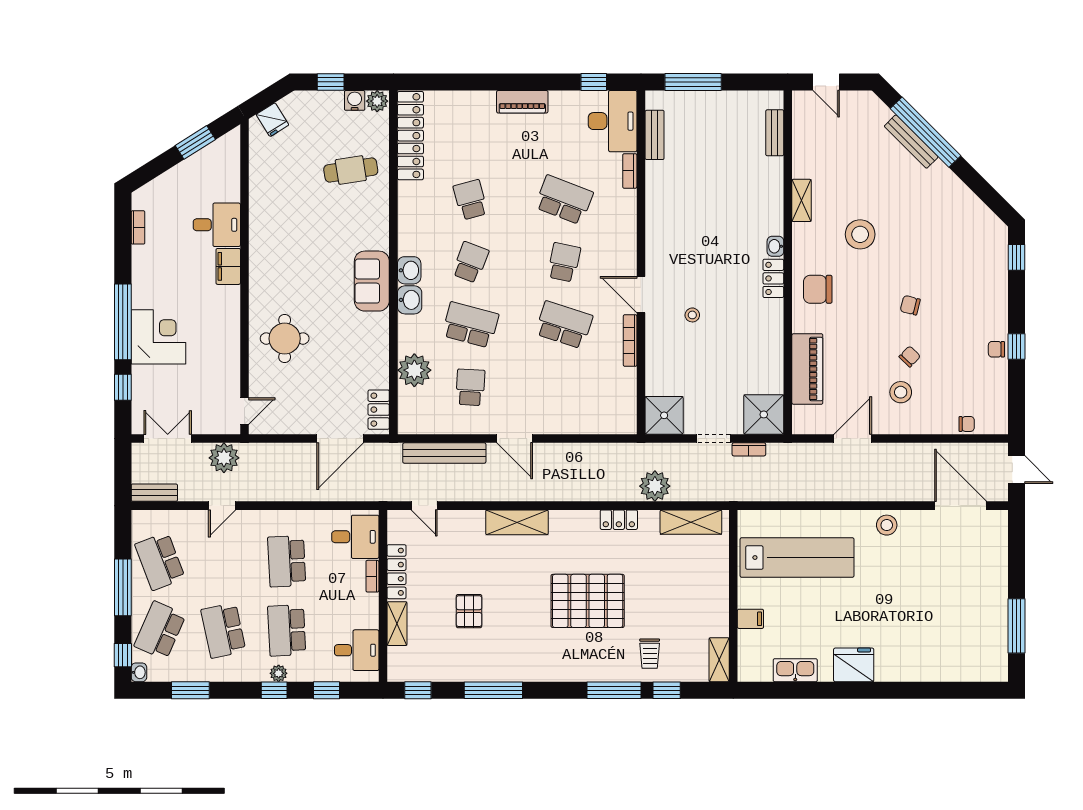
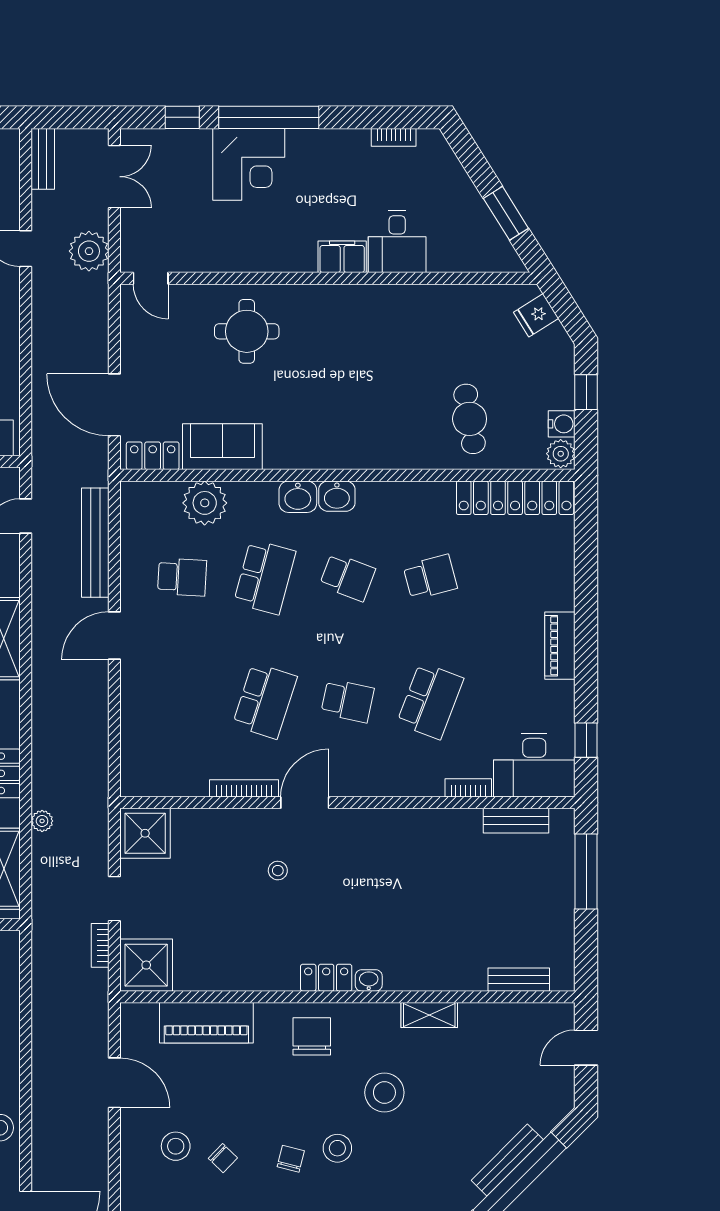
stool: (902, 270) -> (337, 1148), added
sofa: (372, 281) -> (222, 447), moved
plant: (655, 486) -> (42, 821), width x0.53, depth x0.53

